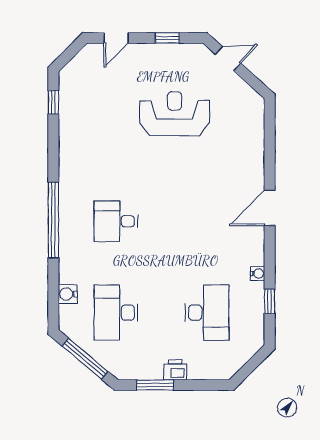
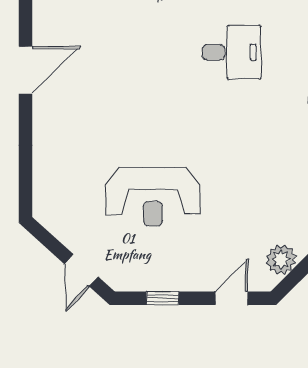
door: (228, 59) -> (81, 270), hinge flipped
plant: (79, 67) -> (281, 260), added

